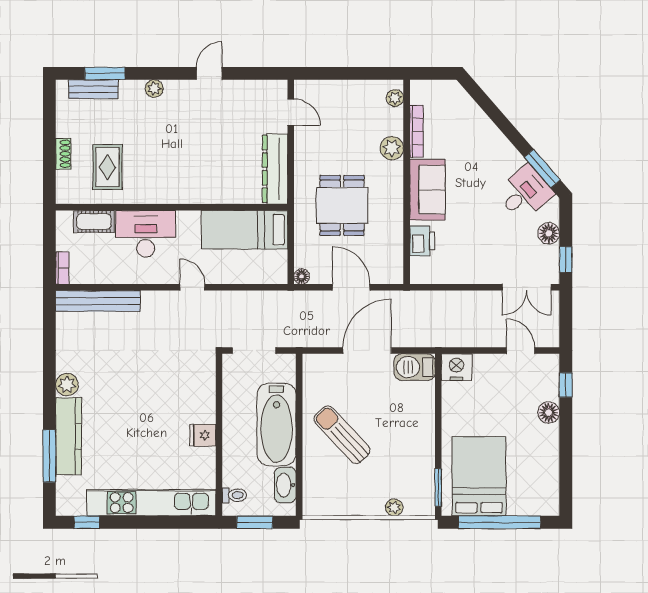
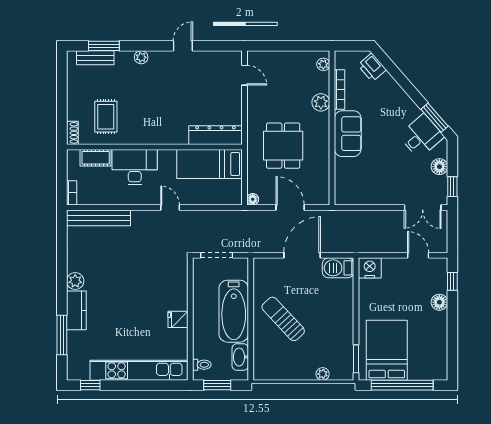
shoe rack: (63, 154) -> (72, 133), moved
dresser: (275, 169) -> (215, 135), moved, turned 90
printer: (422, 241) -> (372, 67), moved, turned 139
kitchen counter: (69, 436) -> (76, 310), width x0.67

